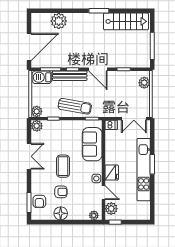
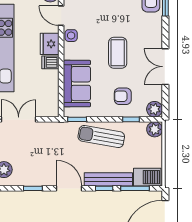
dishwasher: (111, 125) -> (50, 62), moved
armchair: (61, 192) -> (123, 96), moved

